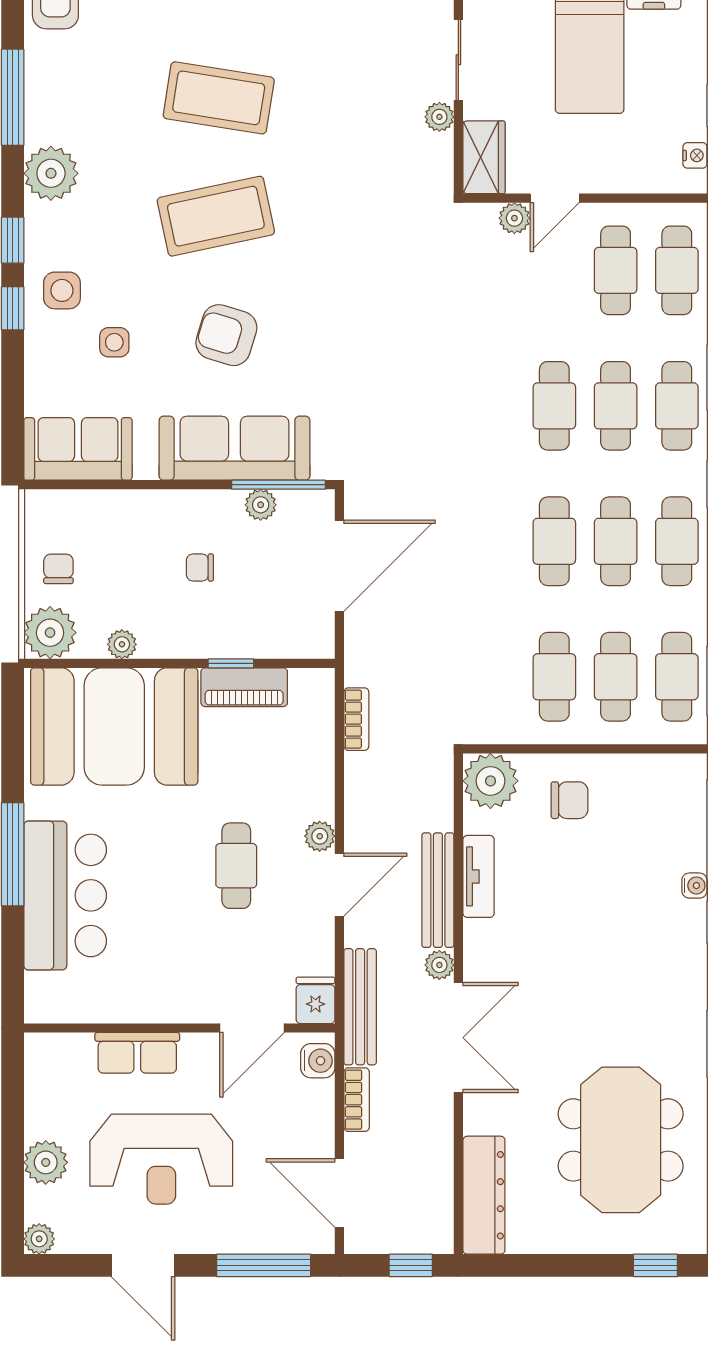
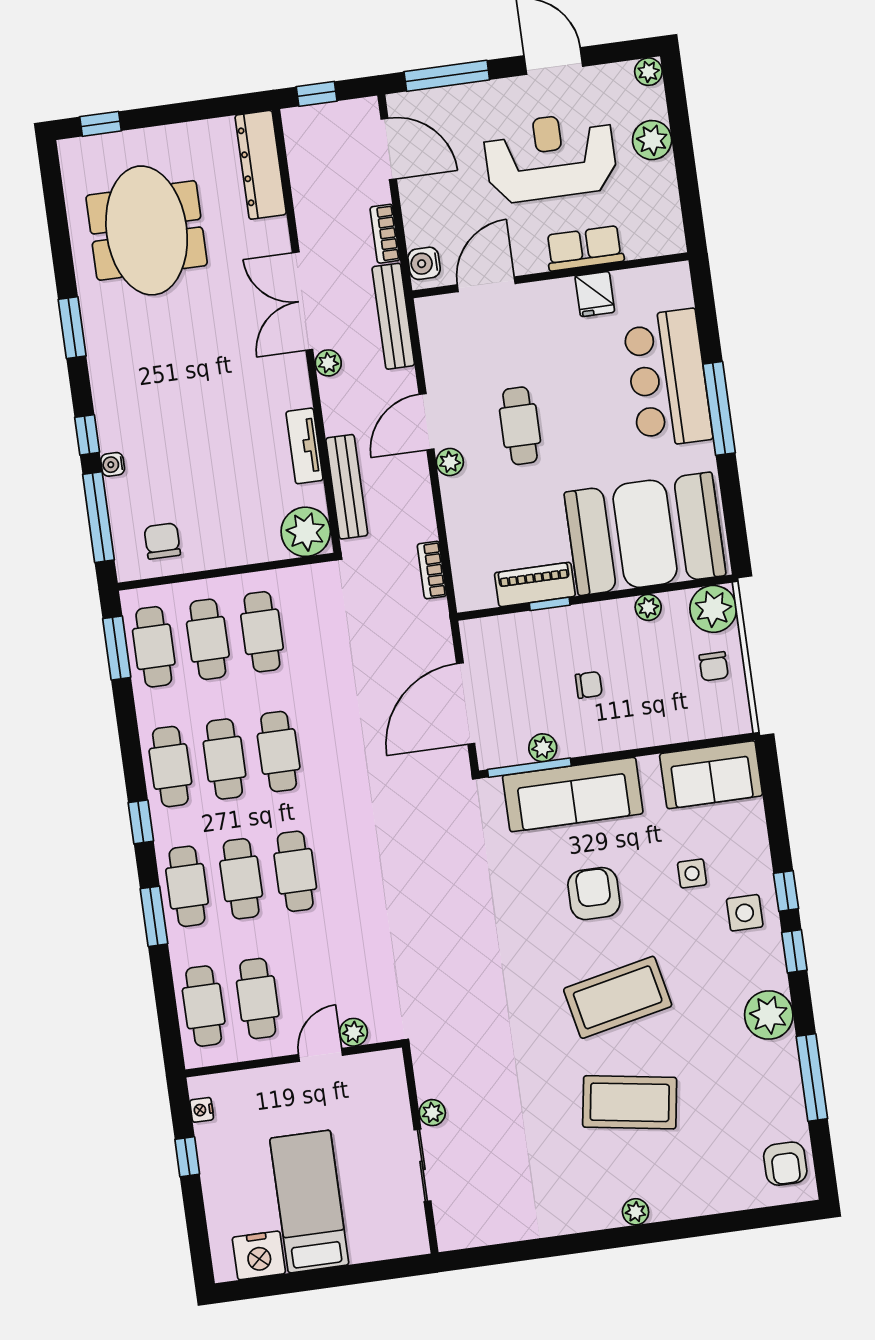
wardrobe: (484, 157) -> (388, 1082), removed
armchair: (226, 335) -> (594, 894), turned -107
chair: (570, 800) -> (162, 541), moved, turned 90
bench: (438, 890) -> (347, 487), moved
fridge: (315, 1000) -> (595, 294), moved

